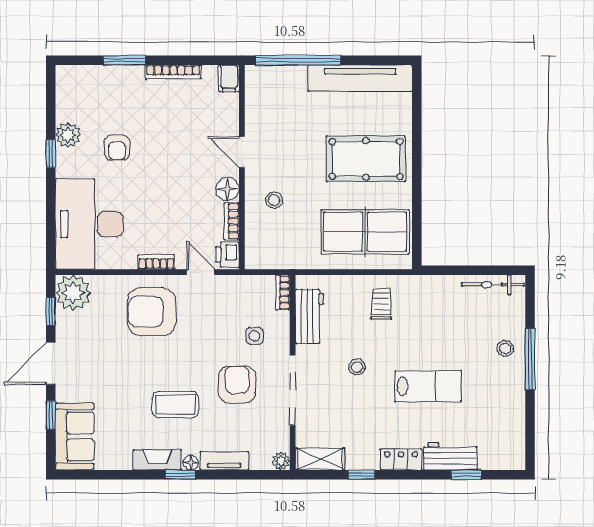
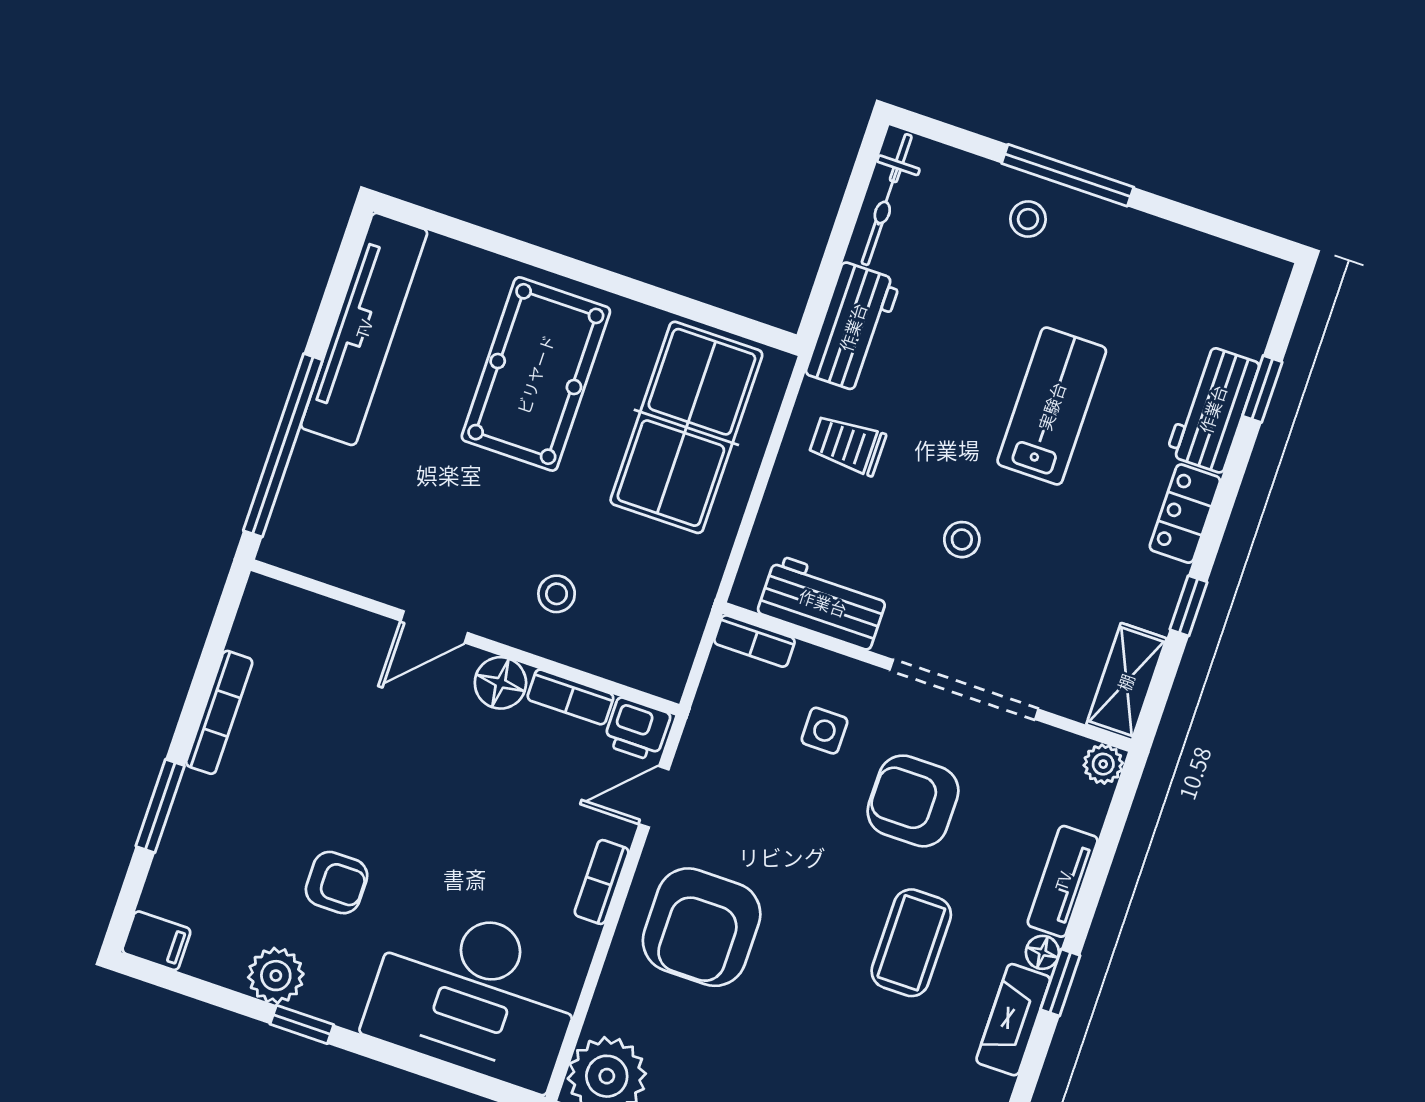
filing cabinet: (229, 78) -> (156, 941), moved
workbench: (433, 289) -> (853, 327), added

